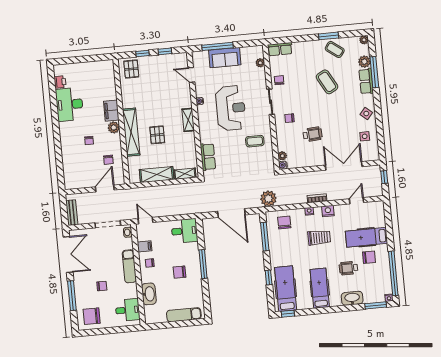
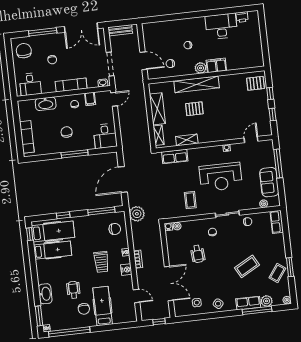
sofa: (225, 58) -> (269, 182), moved
shelving: (188, 120) -> (187, 140), moved
hospital bed: (320, 288) -> (53, 250), moved

